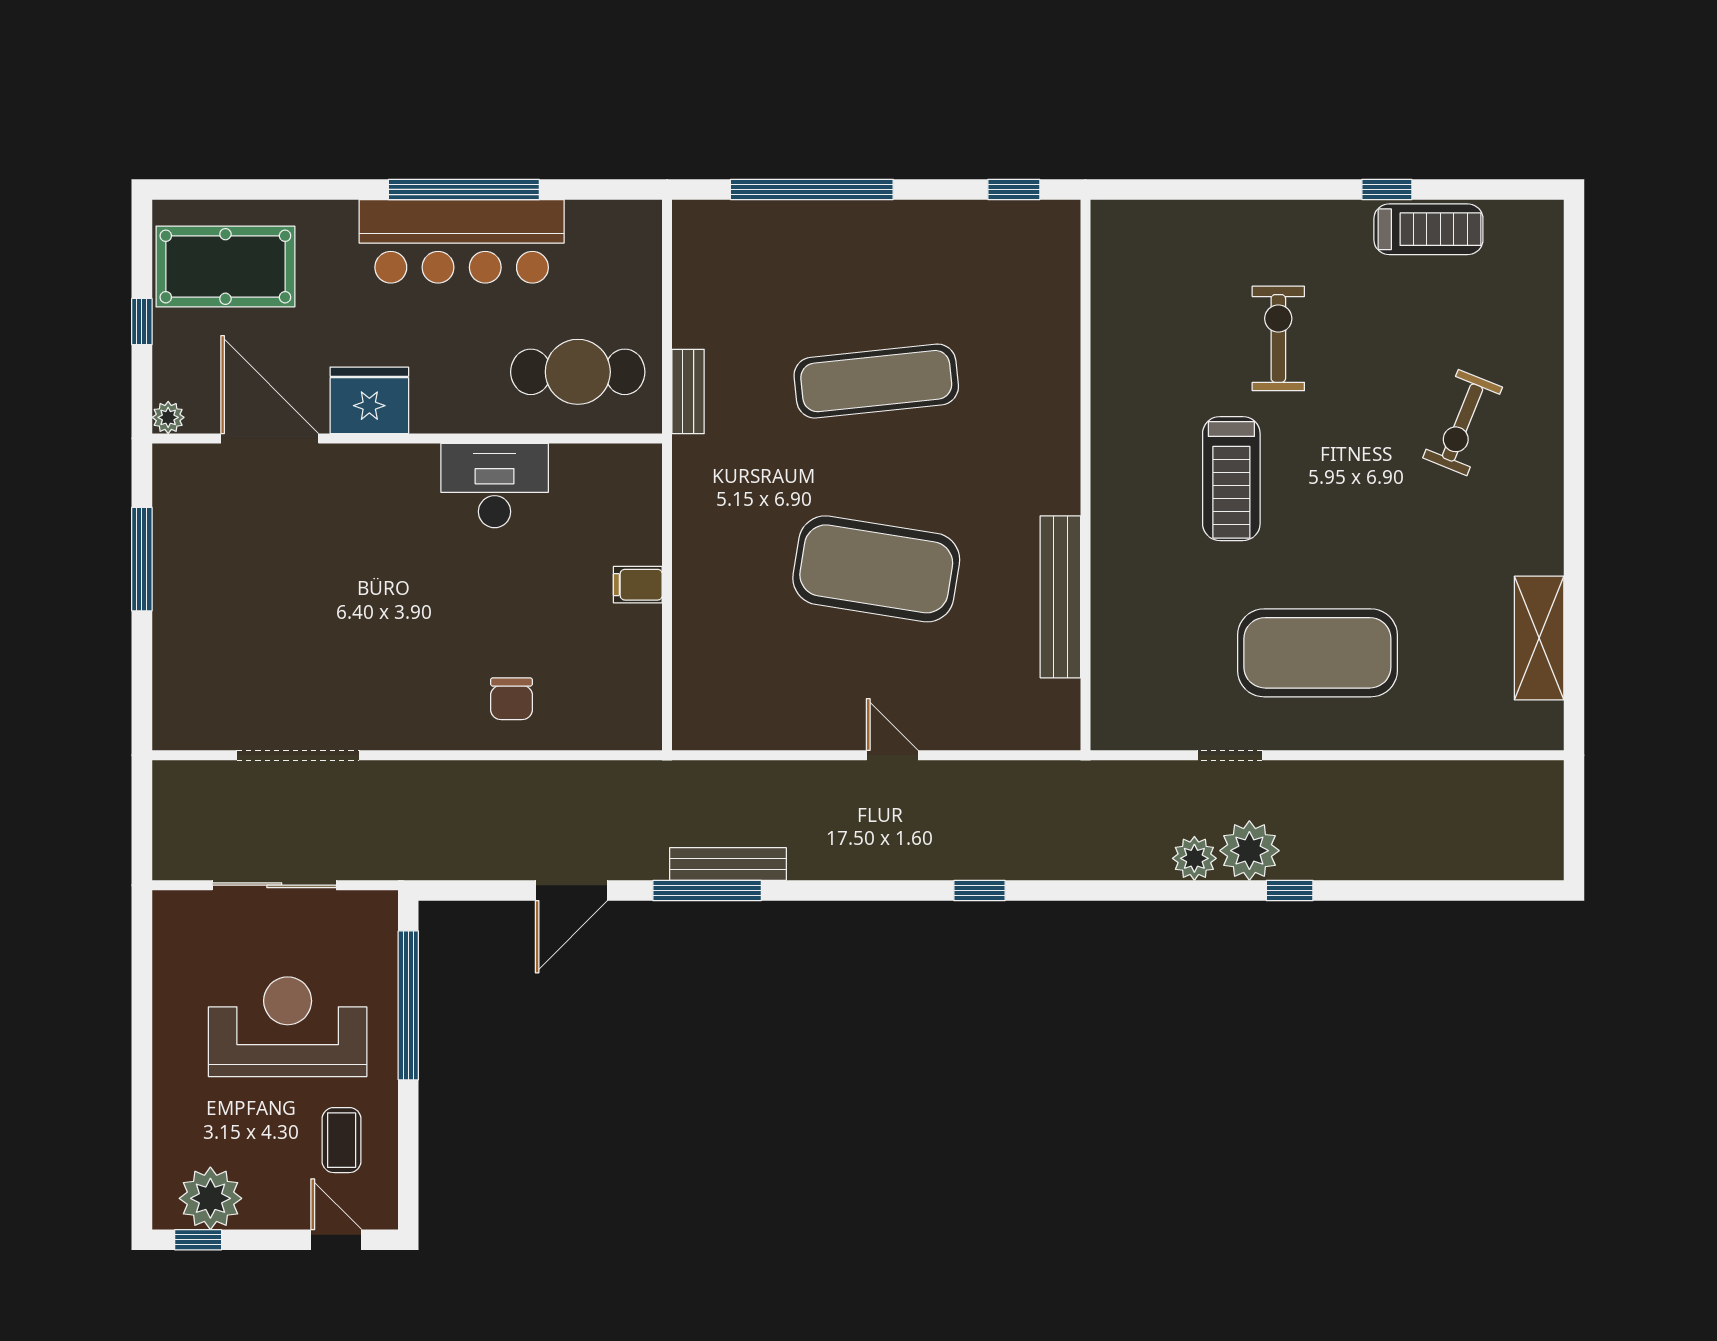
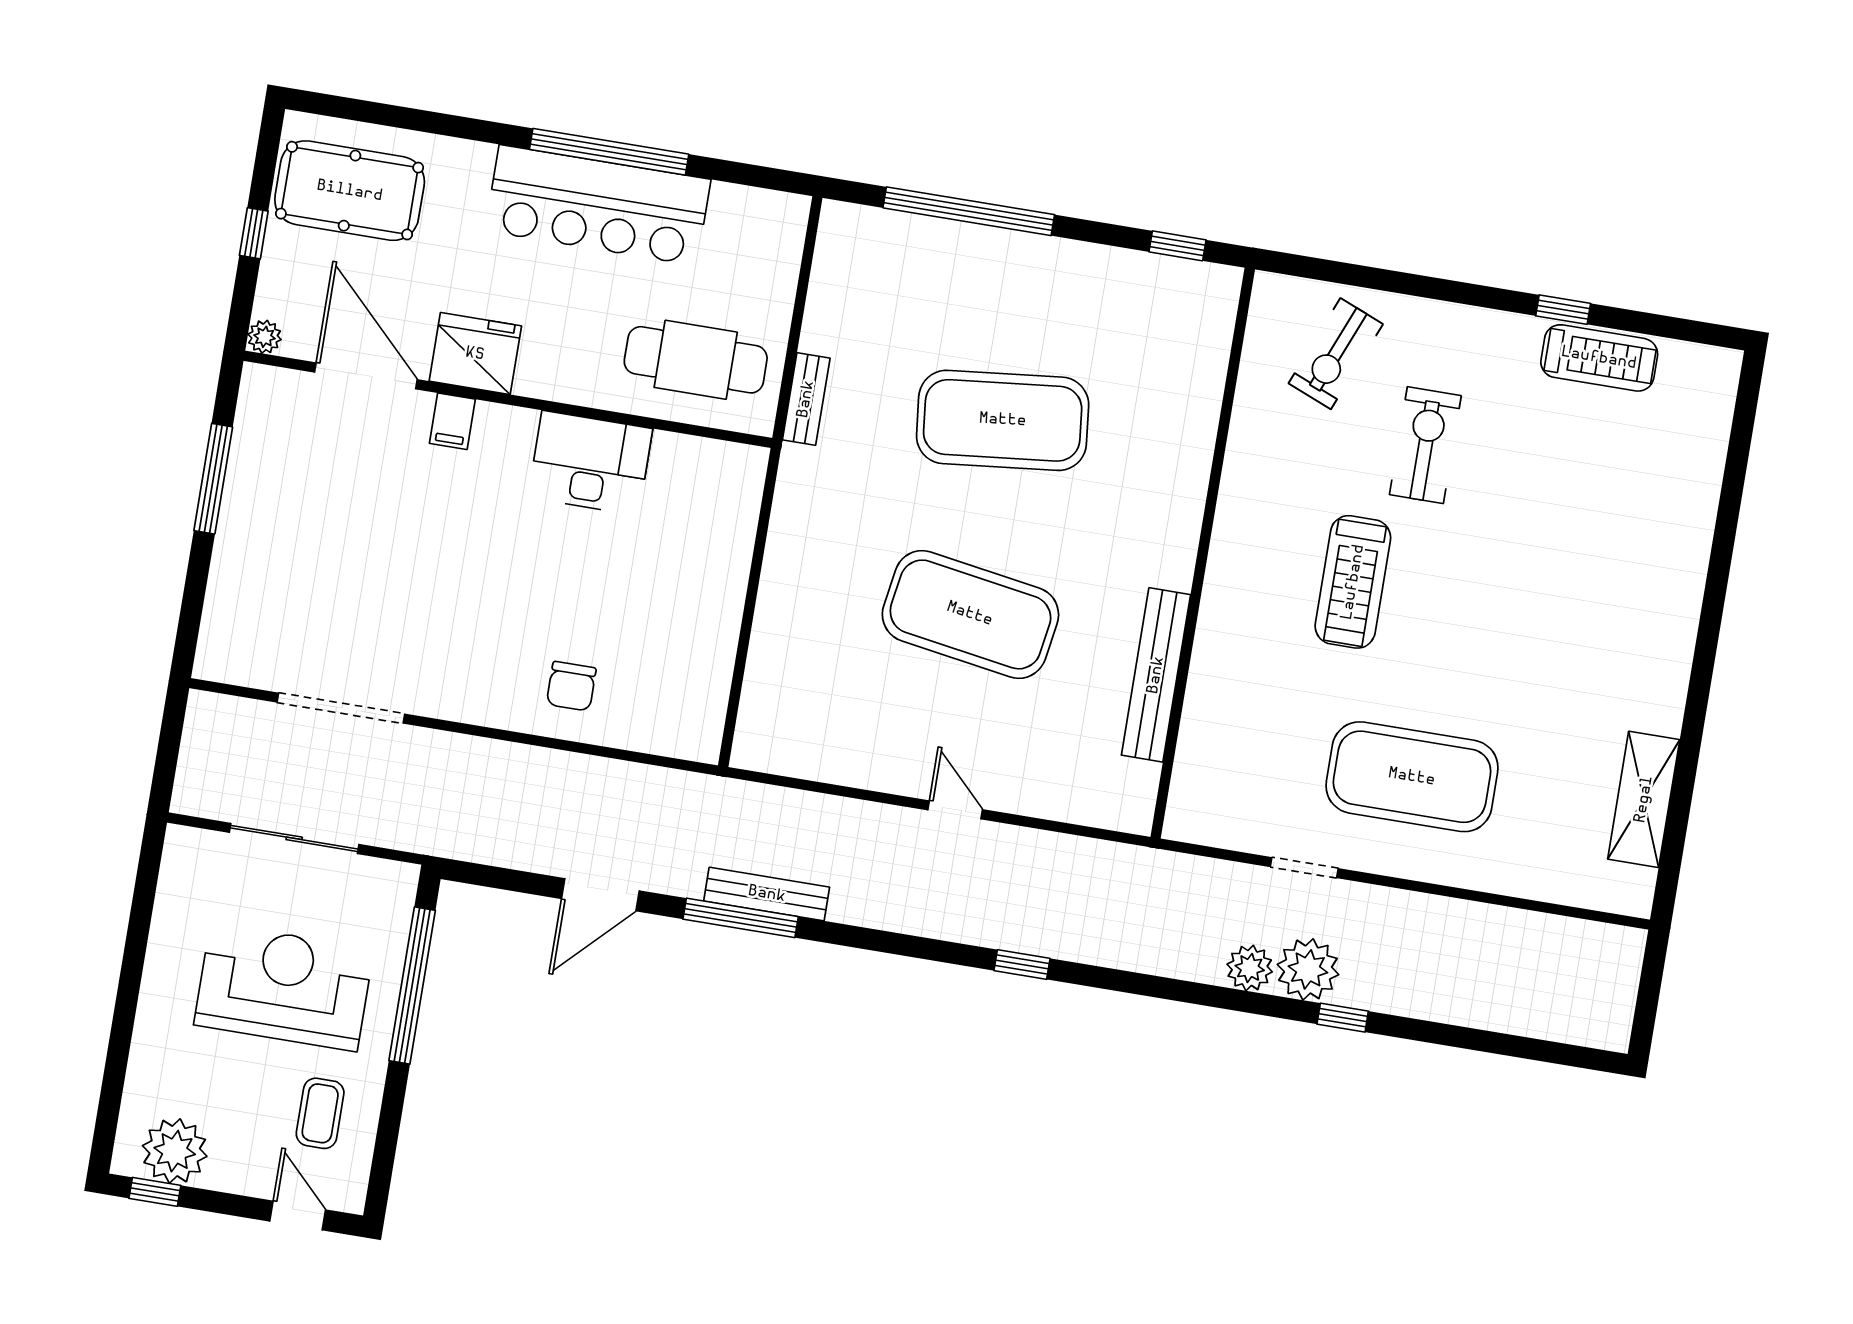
exercise mat: (876, 381) -> (1003, 420), width x1.47
exercise bike: (1463, 423) -> (1336, 354), moved
filing cabinet: (638, 585) -> (452, 421), moved, turned -90

